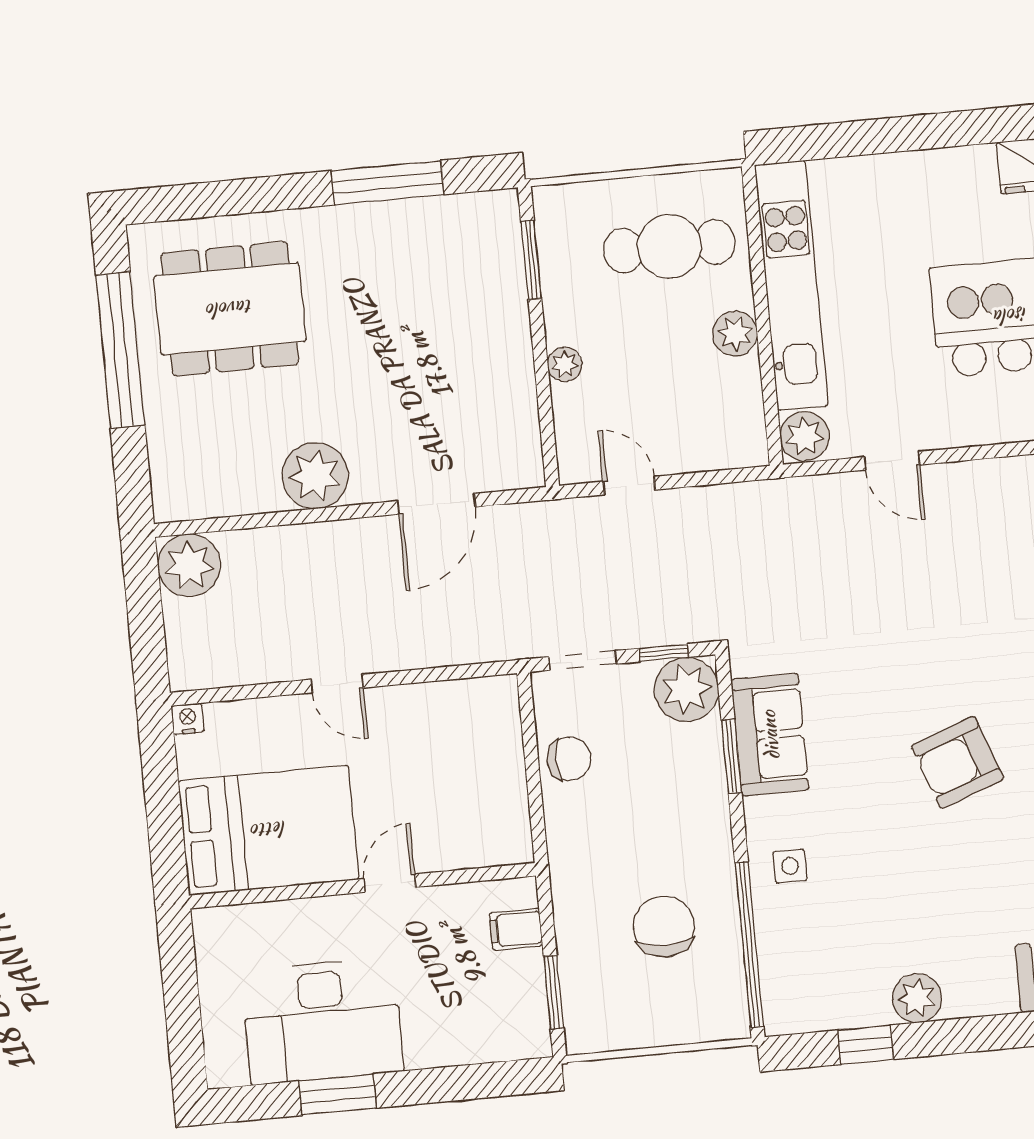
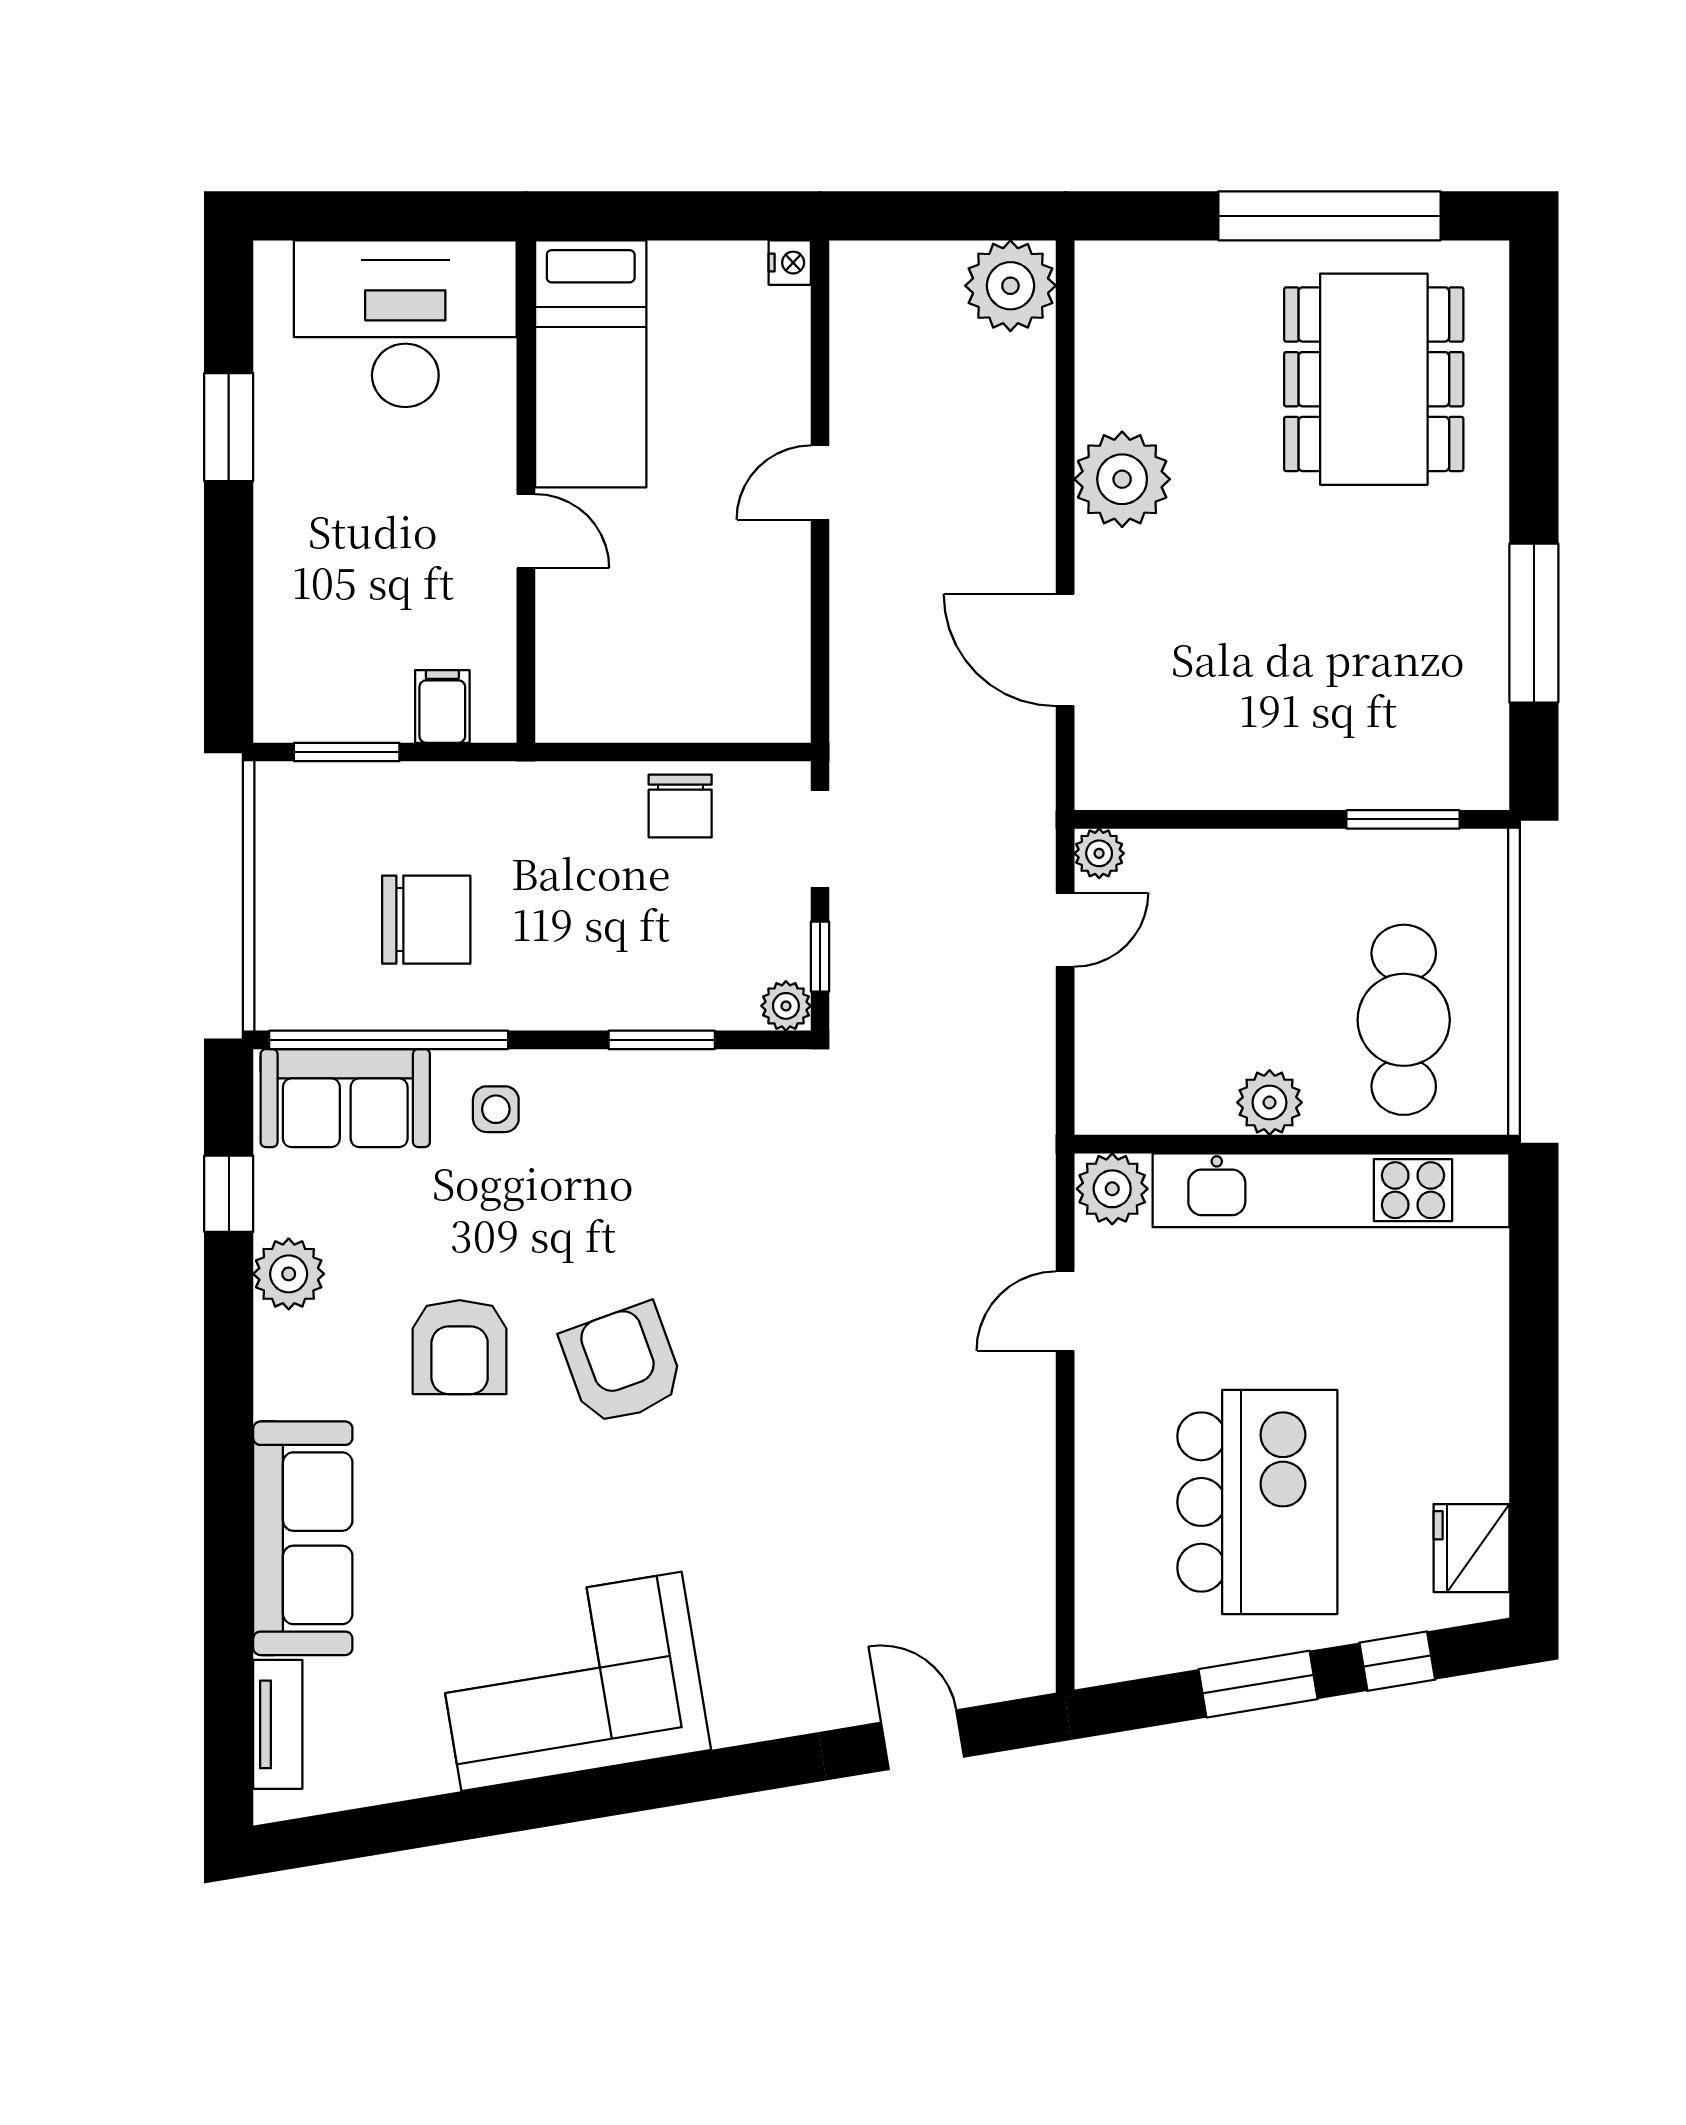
plant: (565, 364) -> (1099, 853), moved
plant: (686, 689) -> (786, 1006), width x0.53, depth x0.53
sofa: (770, 735) -> (345, 1098), moved
bed: (269, 830) -> (591, 364), width x0.67
armchair: (956, 876) -> (460, 1347), added
desk: (322, 1021) -> (405, 324), moved, turned 90

